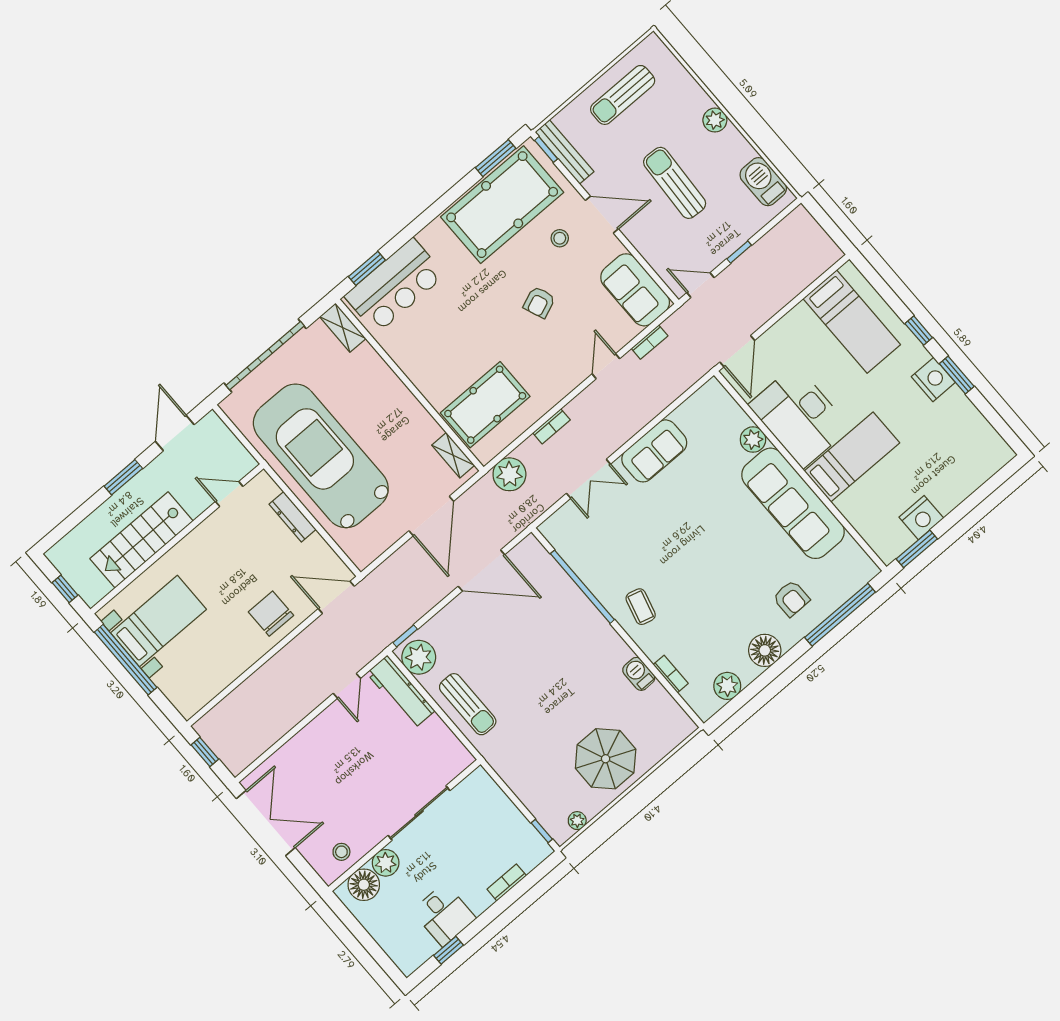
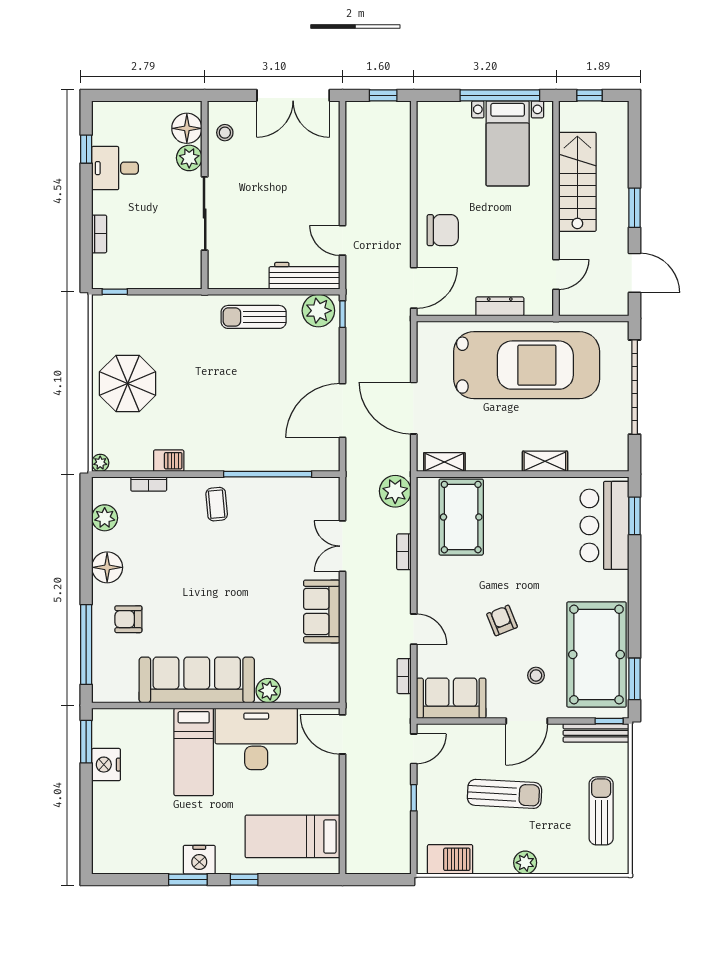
shelving: (343, 328) -> (545, 461), moved
coffee table: (641, 607) -> (217, 504), turned 70
plant: (577, 821) -> (100, 463), moved

